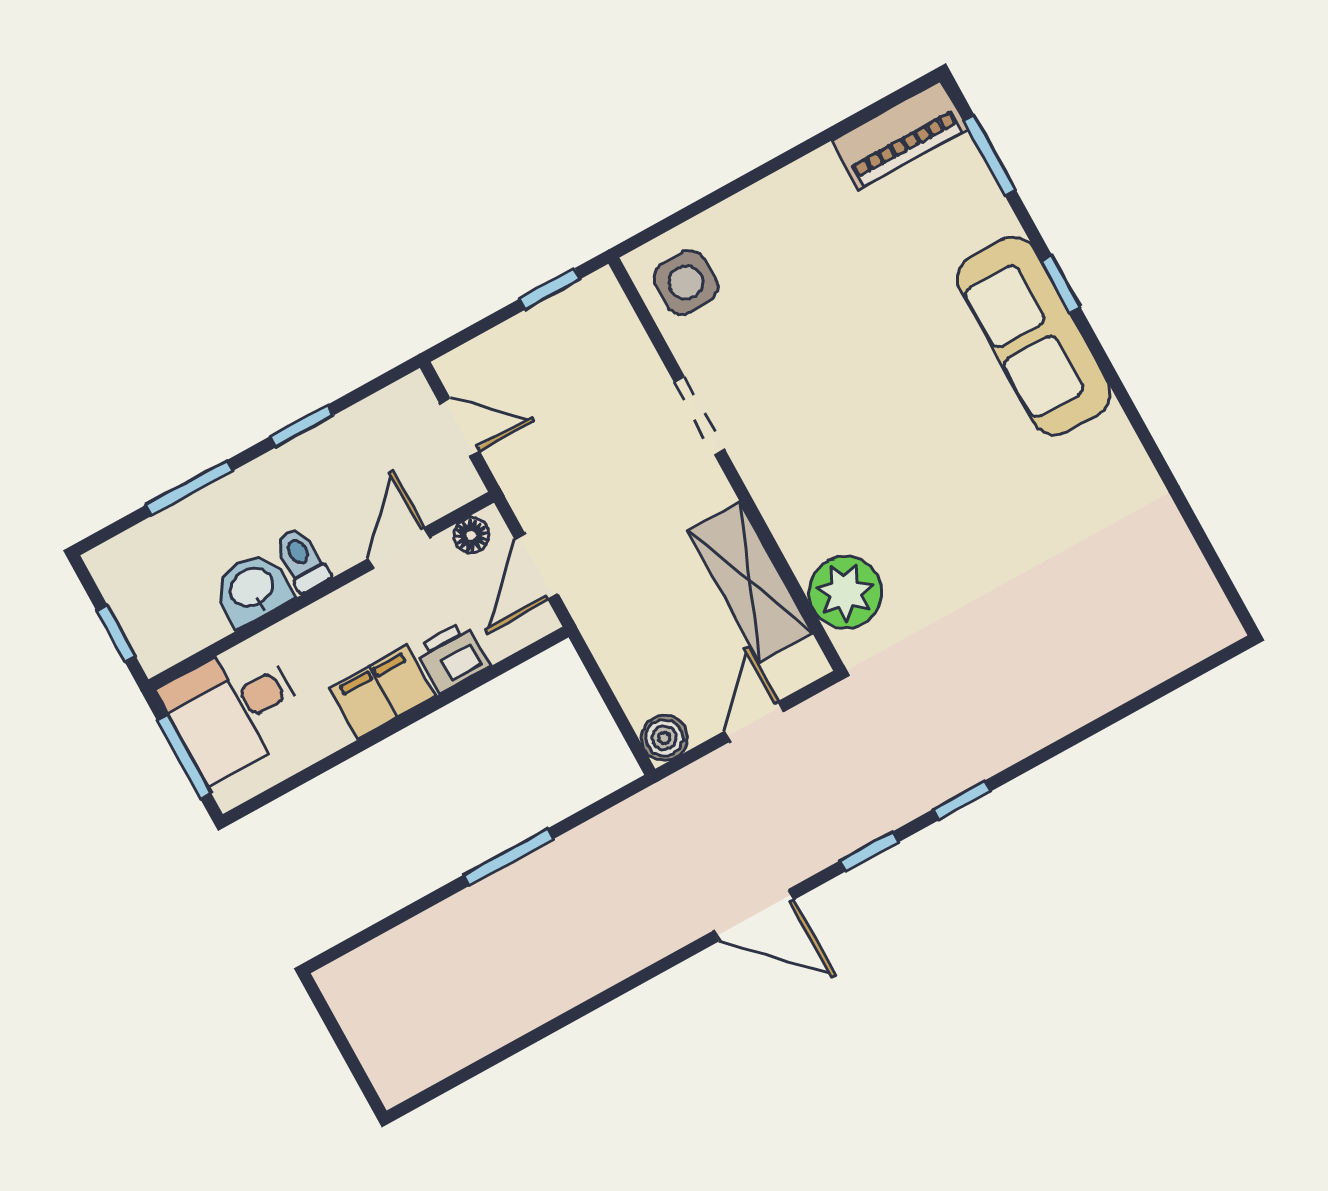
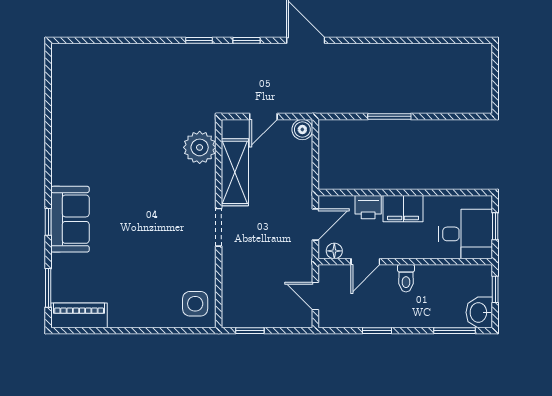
sofa: (1034, 336) -> (70, 219), width x0.73
doorway: (700, 416) -> (219, 227), moved
window: (189, 488) -> (454, 331), moved
washbasin: (252, 589) -> (479, 312), moved, turned 90
window: (184, 757) -> (495, 226), width x0.67

